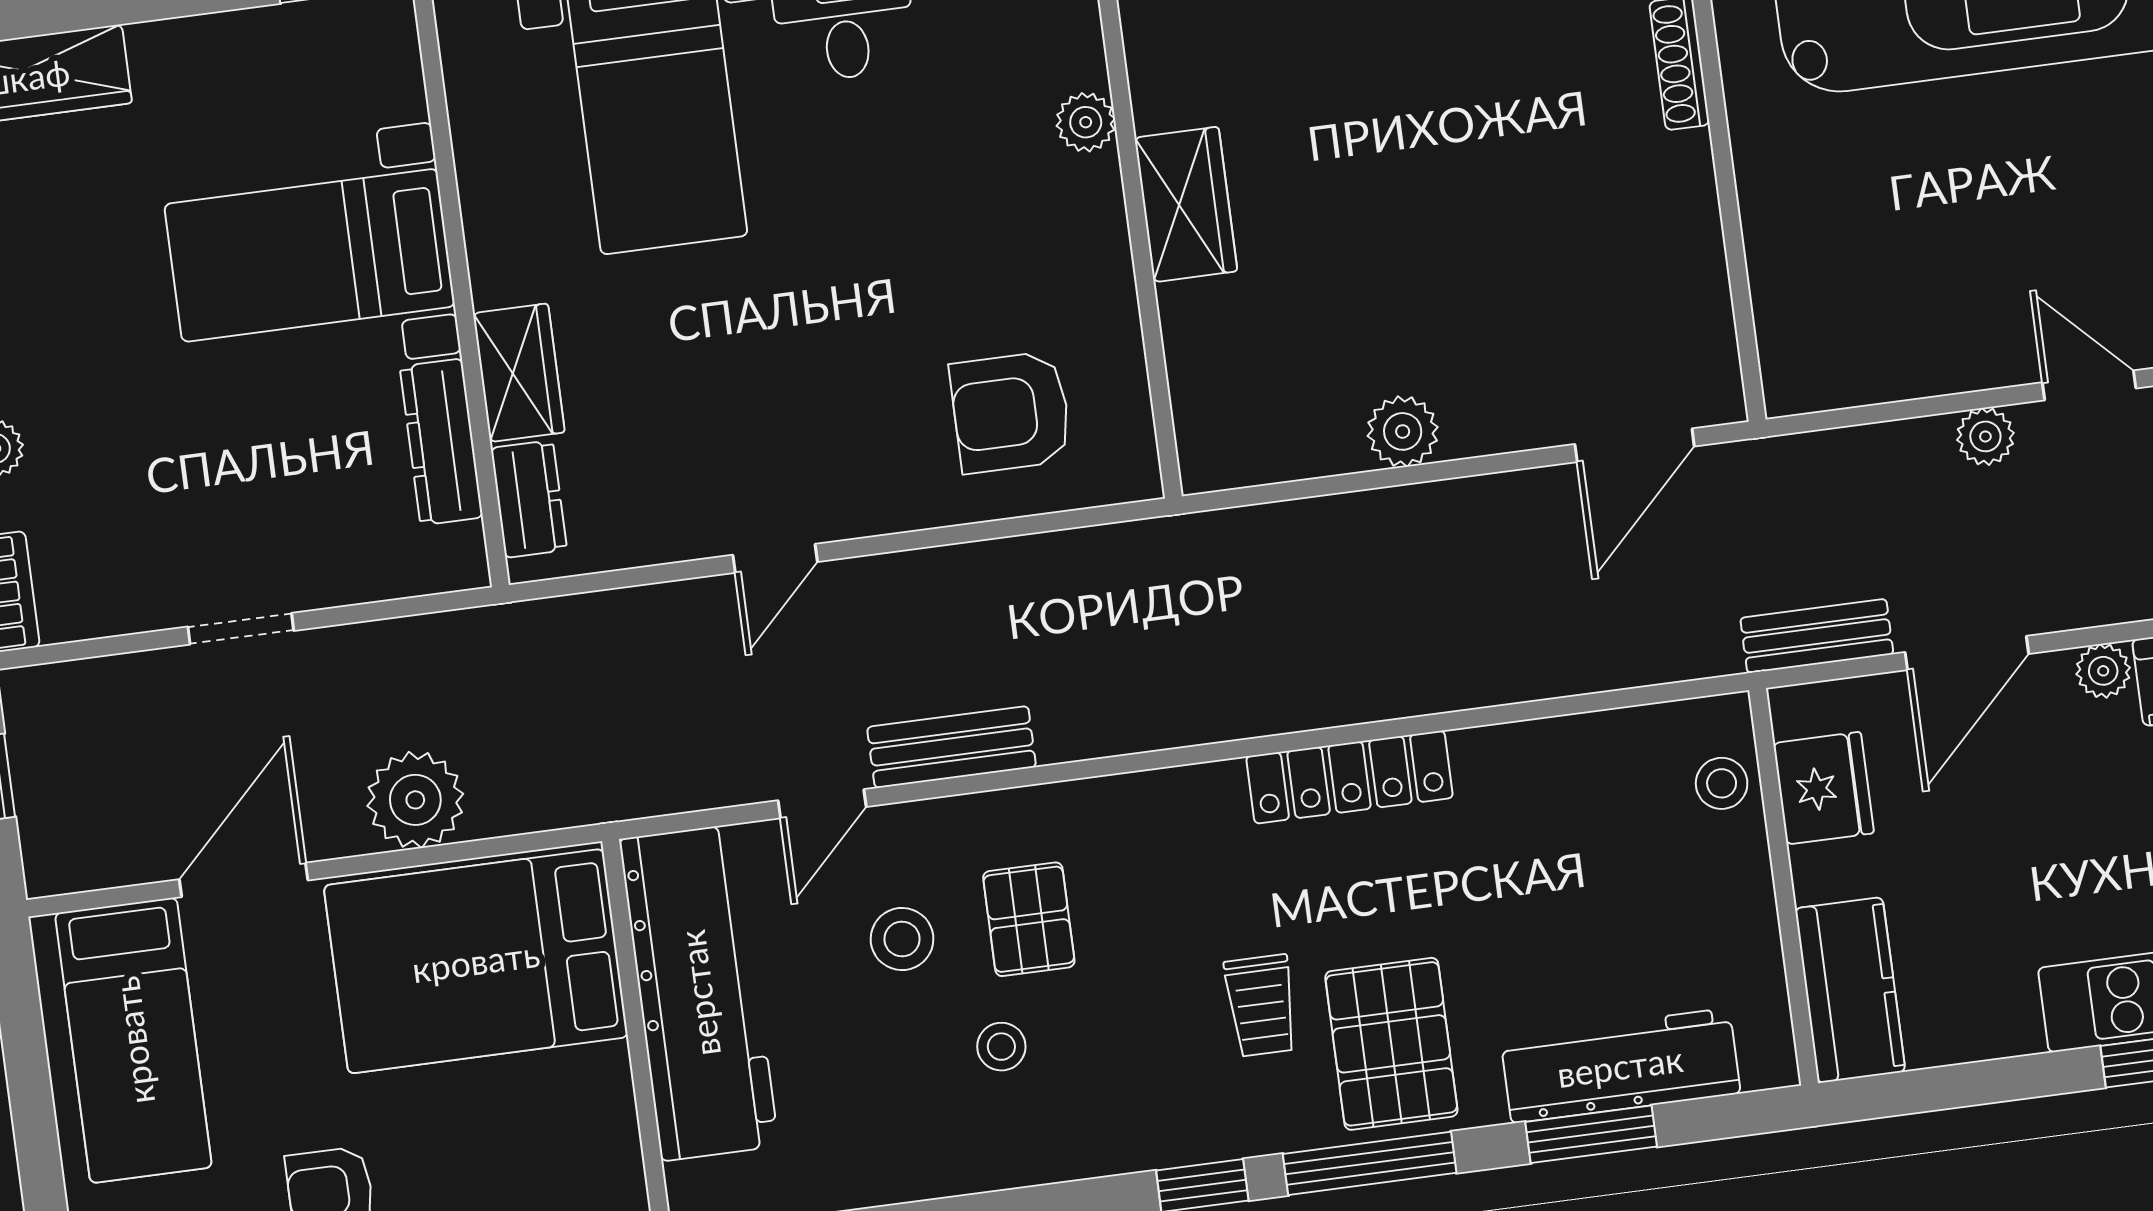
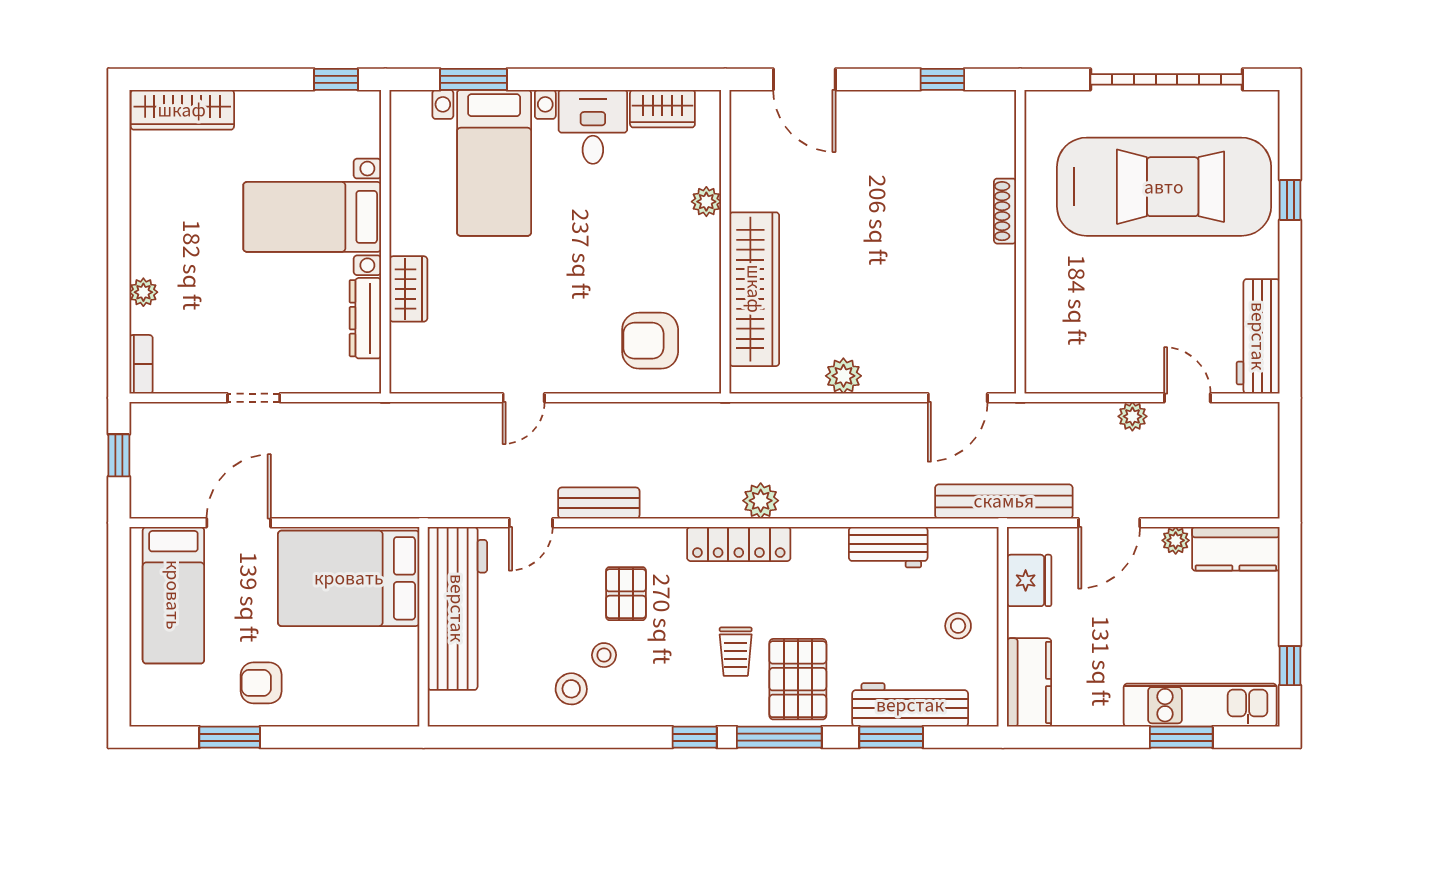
wardrobe: (1186, 204) -> (754, 289), width x2.10, depth x1.17
dresser: (529, 499) -> (405, 352), removed
bench: (1817, 636) -> (1004, 501), width x1.86, depth x1.21
workbench: (1536, 759) -> (888, 547), added
locker: (1349, 777) -> (739, 544), moved
stool: (1722, 783) -> (958, 626), moved
plant: (415, 800) -> (761, 501), moved, width x0.73, depth x0.73
stool: (902, 939) -> (571, 689), moved

